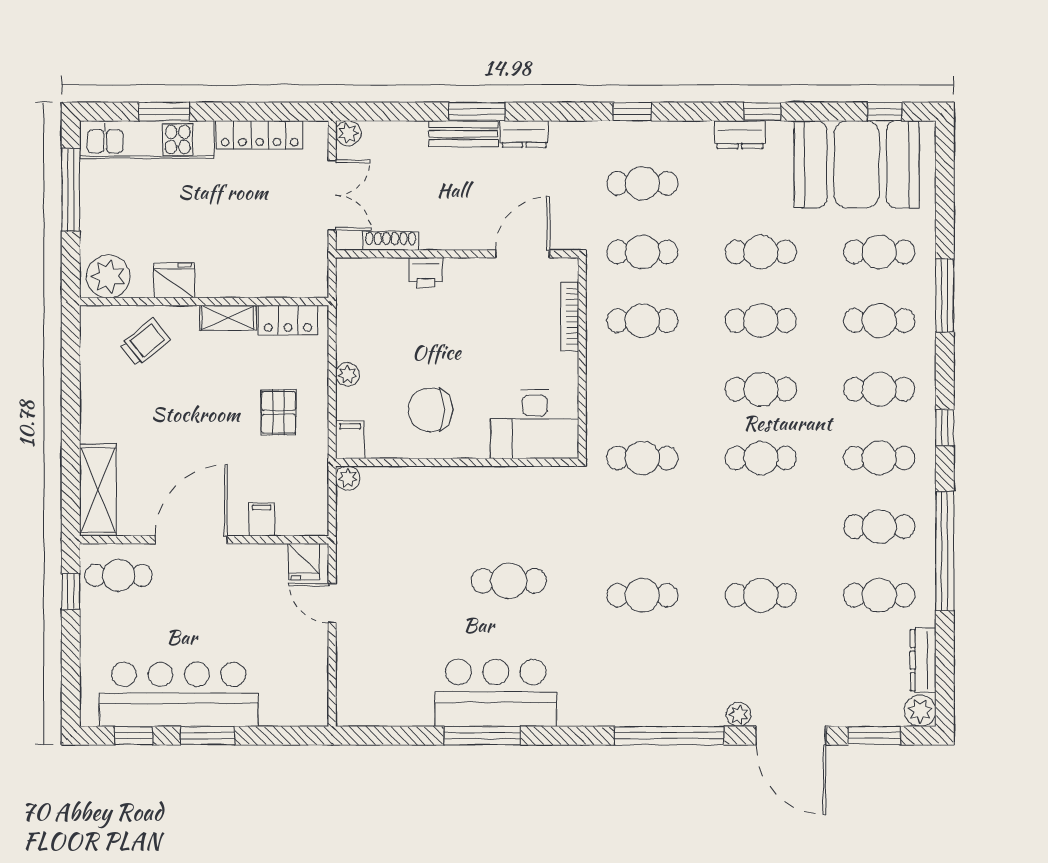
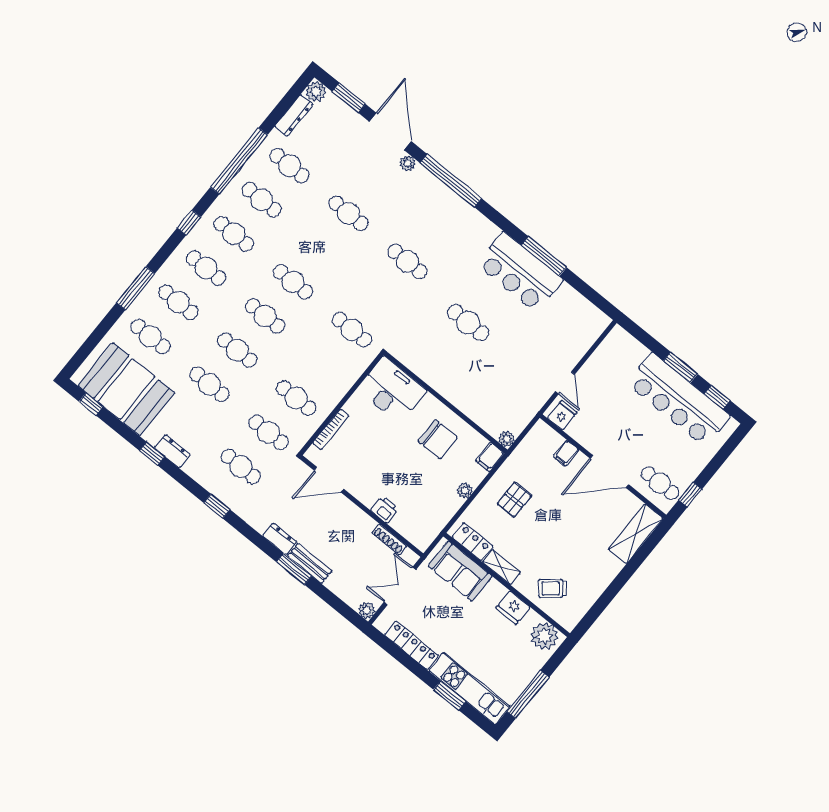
sofa: (274, 272) -> (460, 571), added

